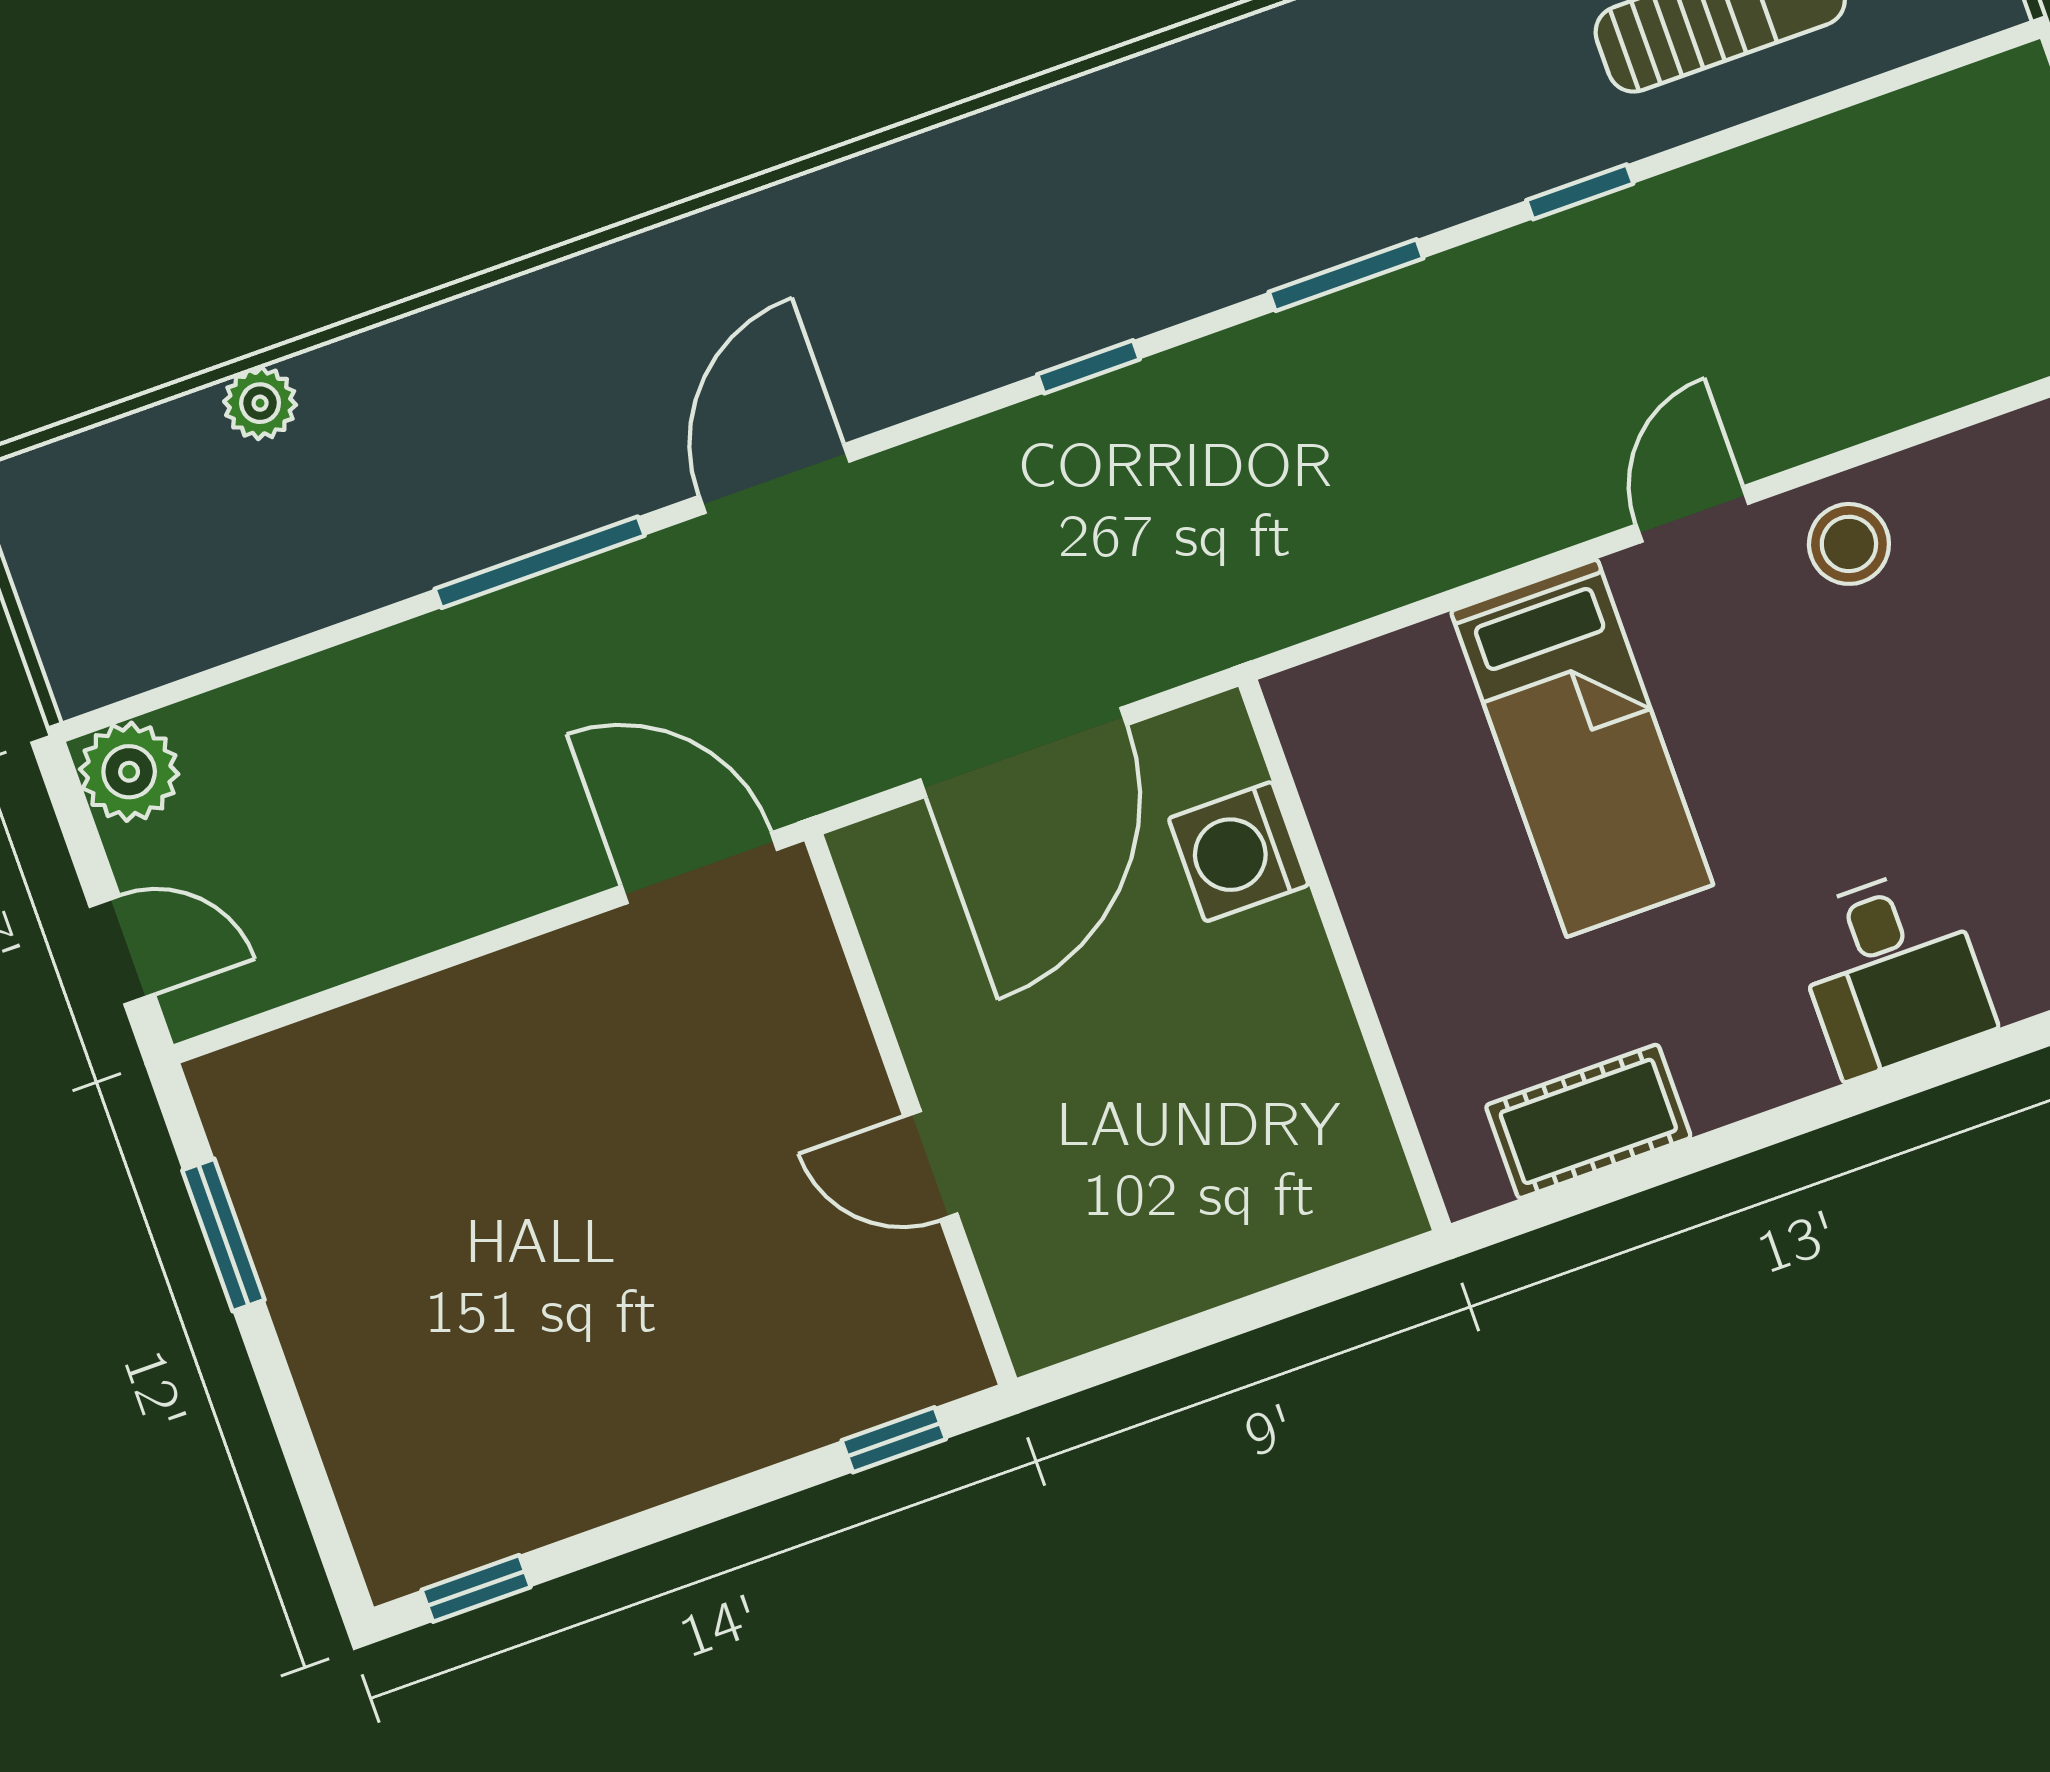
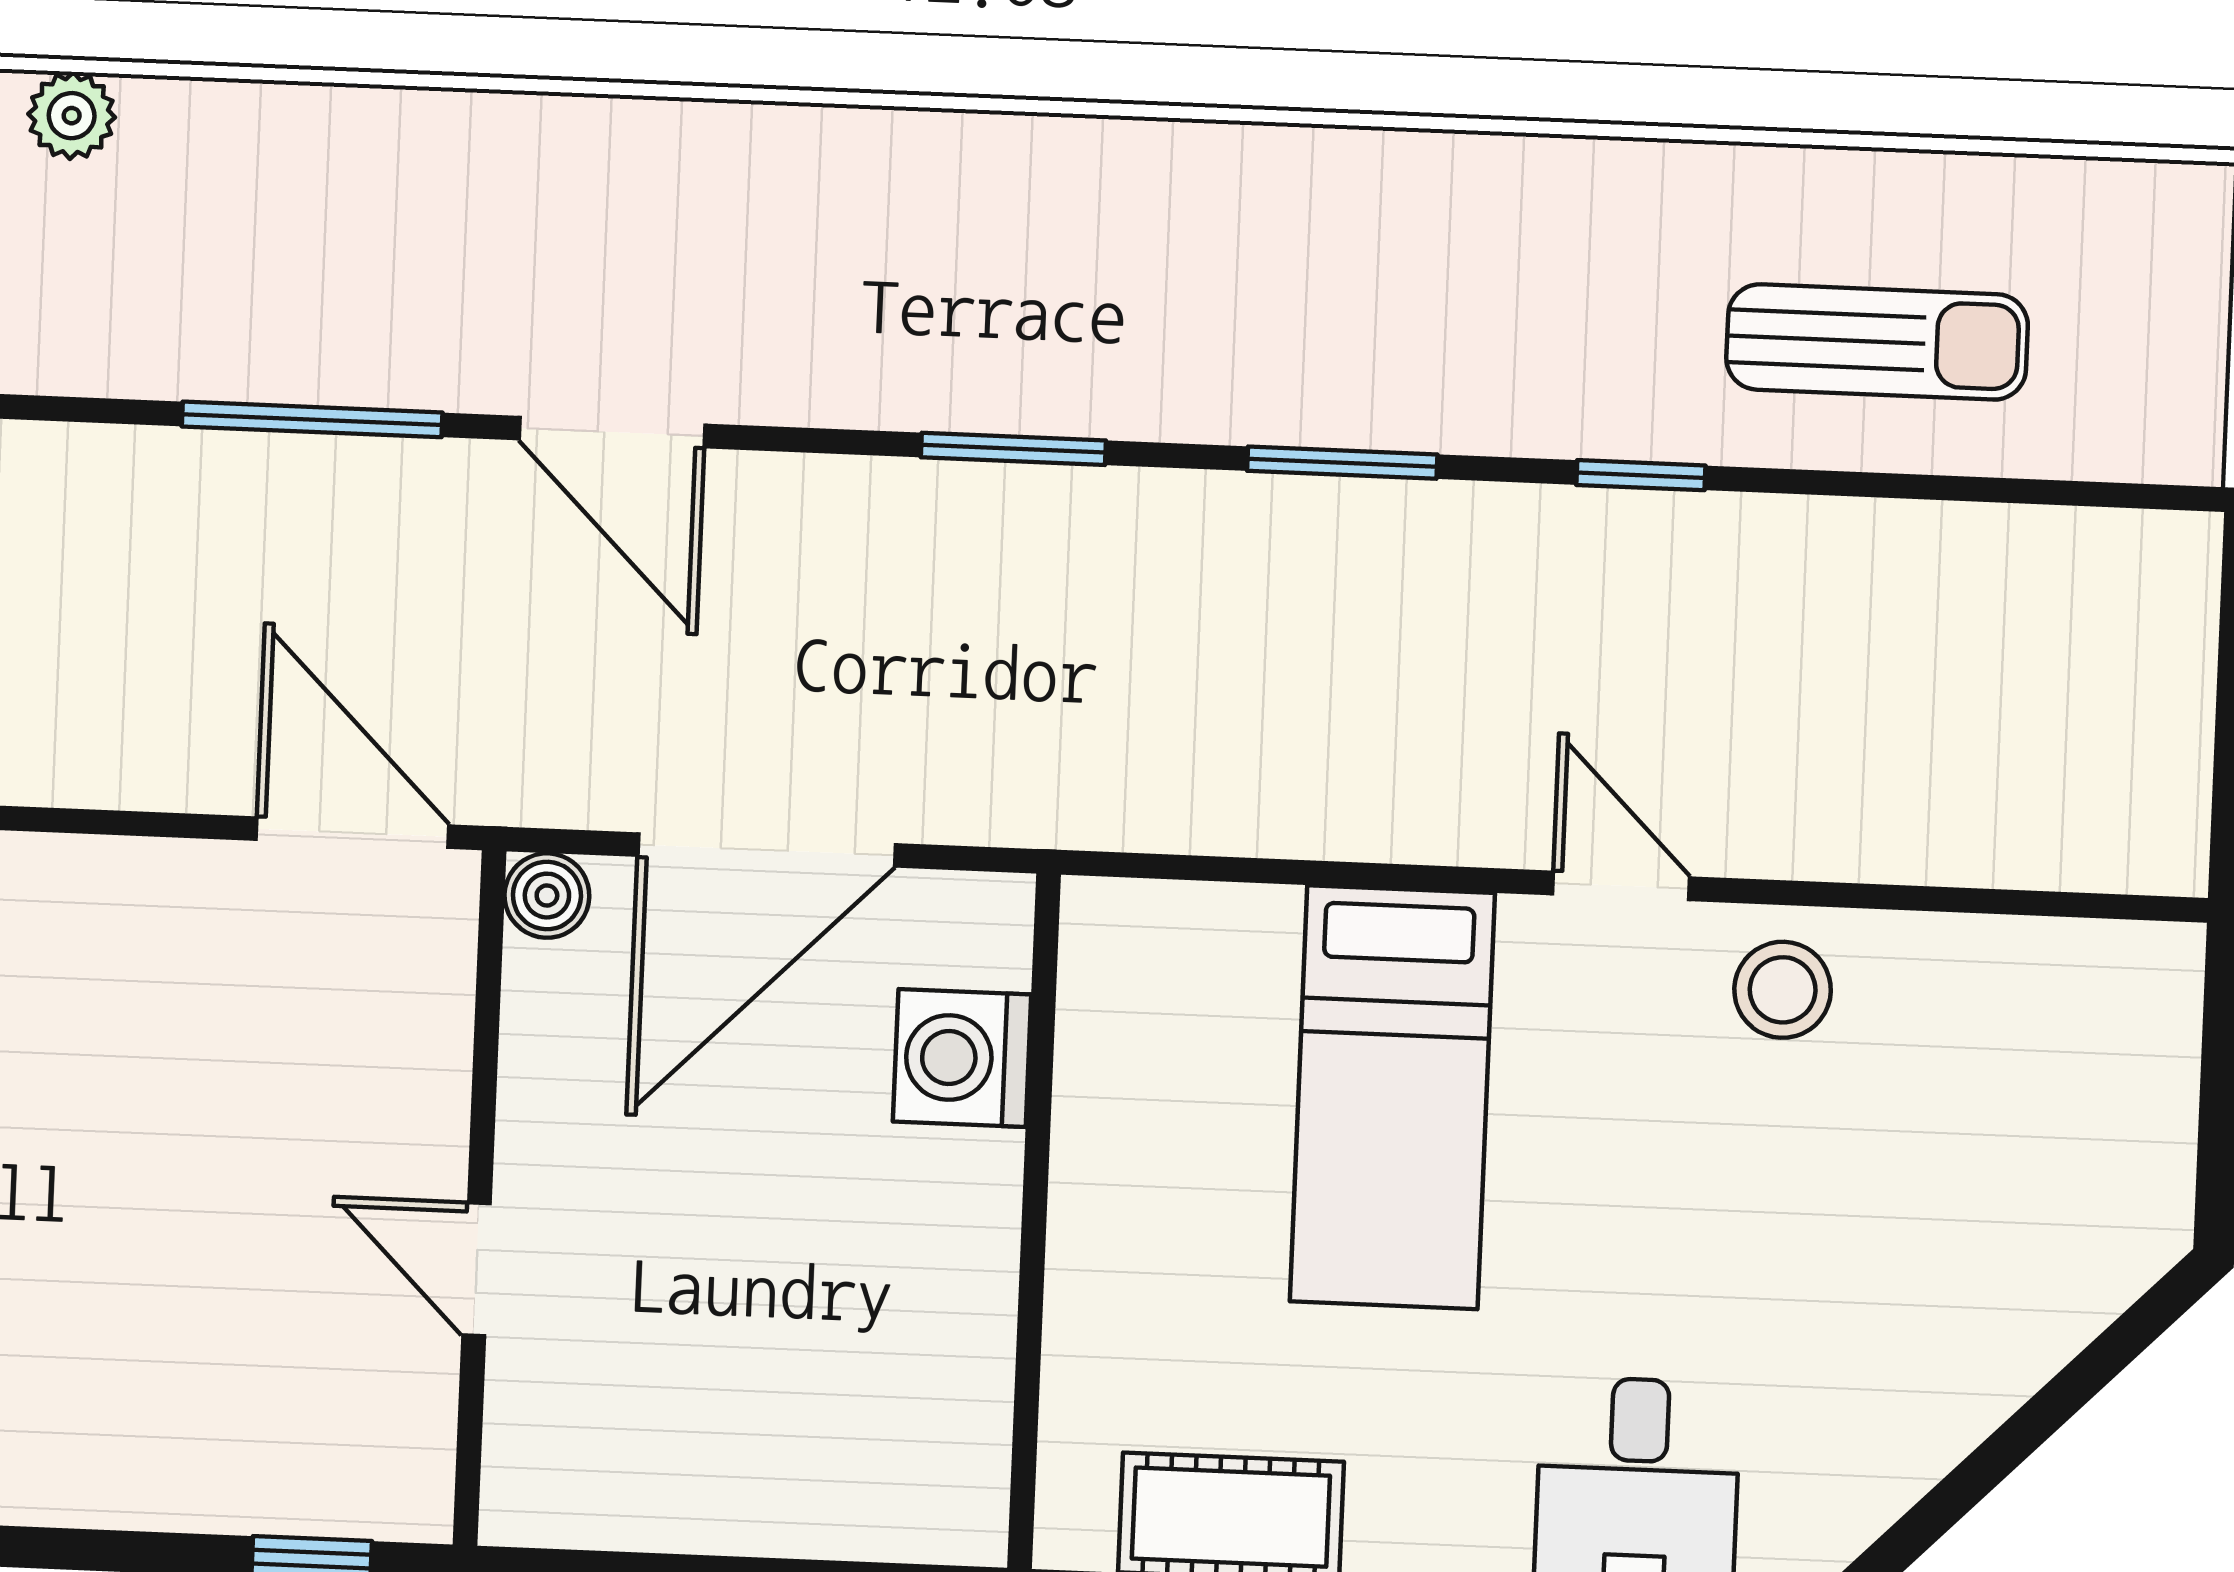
window: (1089, 367) -> (1013, 449), width x1.50
door: (774, 479) -> (612, 432), swing flipped
door: (1692, 514) -> (1621, 886), hinge flipped
boiler: (868, 856) -> (547, 896), added

